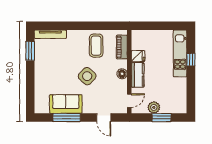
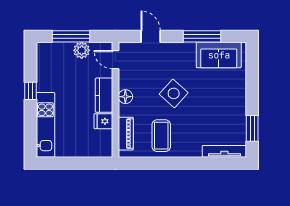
window: (191, 60) -> (30, 91), moved
door: (129, 101) -> (115, 60), hinge flipped
sofa: (66, 104) -> (219, 55), moved
window: (162, 118) -> (71, 36), width x1.44

